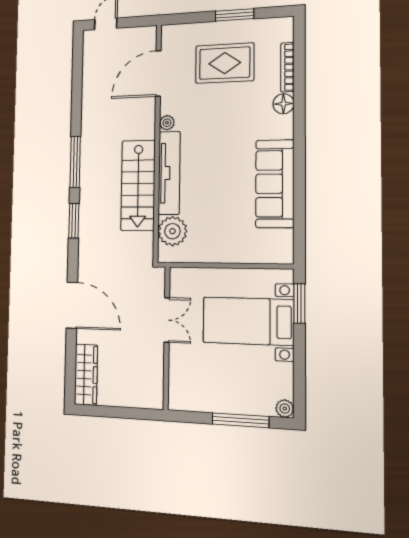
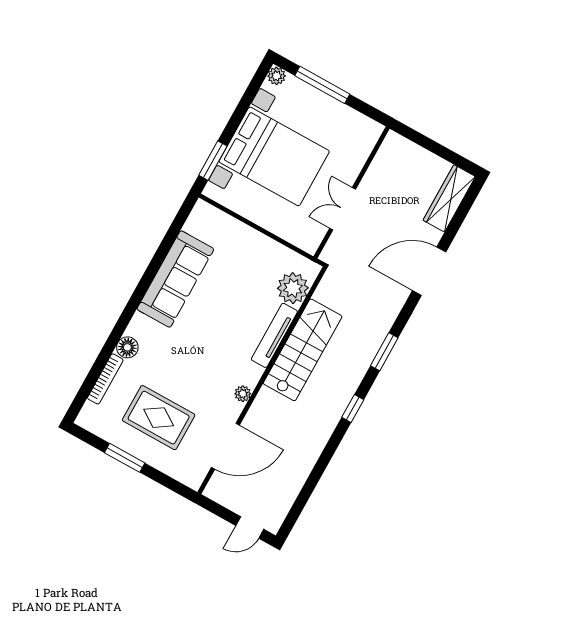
window: (75, 162) -> (353, 408), width x0.46
tv unit: (169, 173) -> (274, 335), width x0.73, depth x0.78
door: (72, 305) -> (429, 271), hinge flipped
bed with nightstands: (248, 321) -> (274, 156), width x1.36

